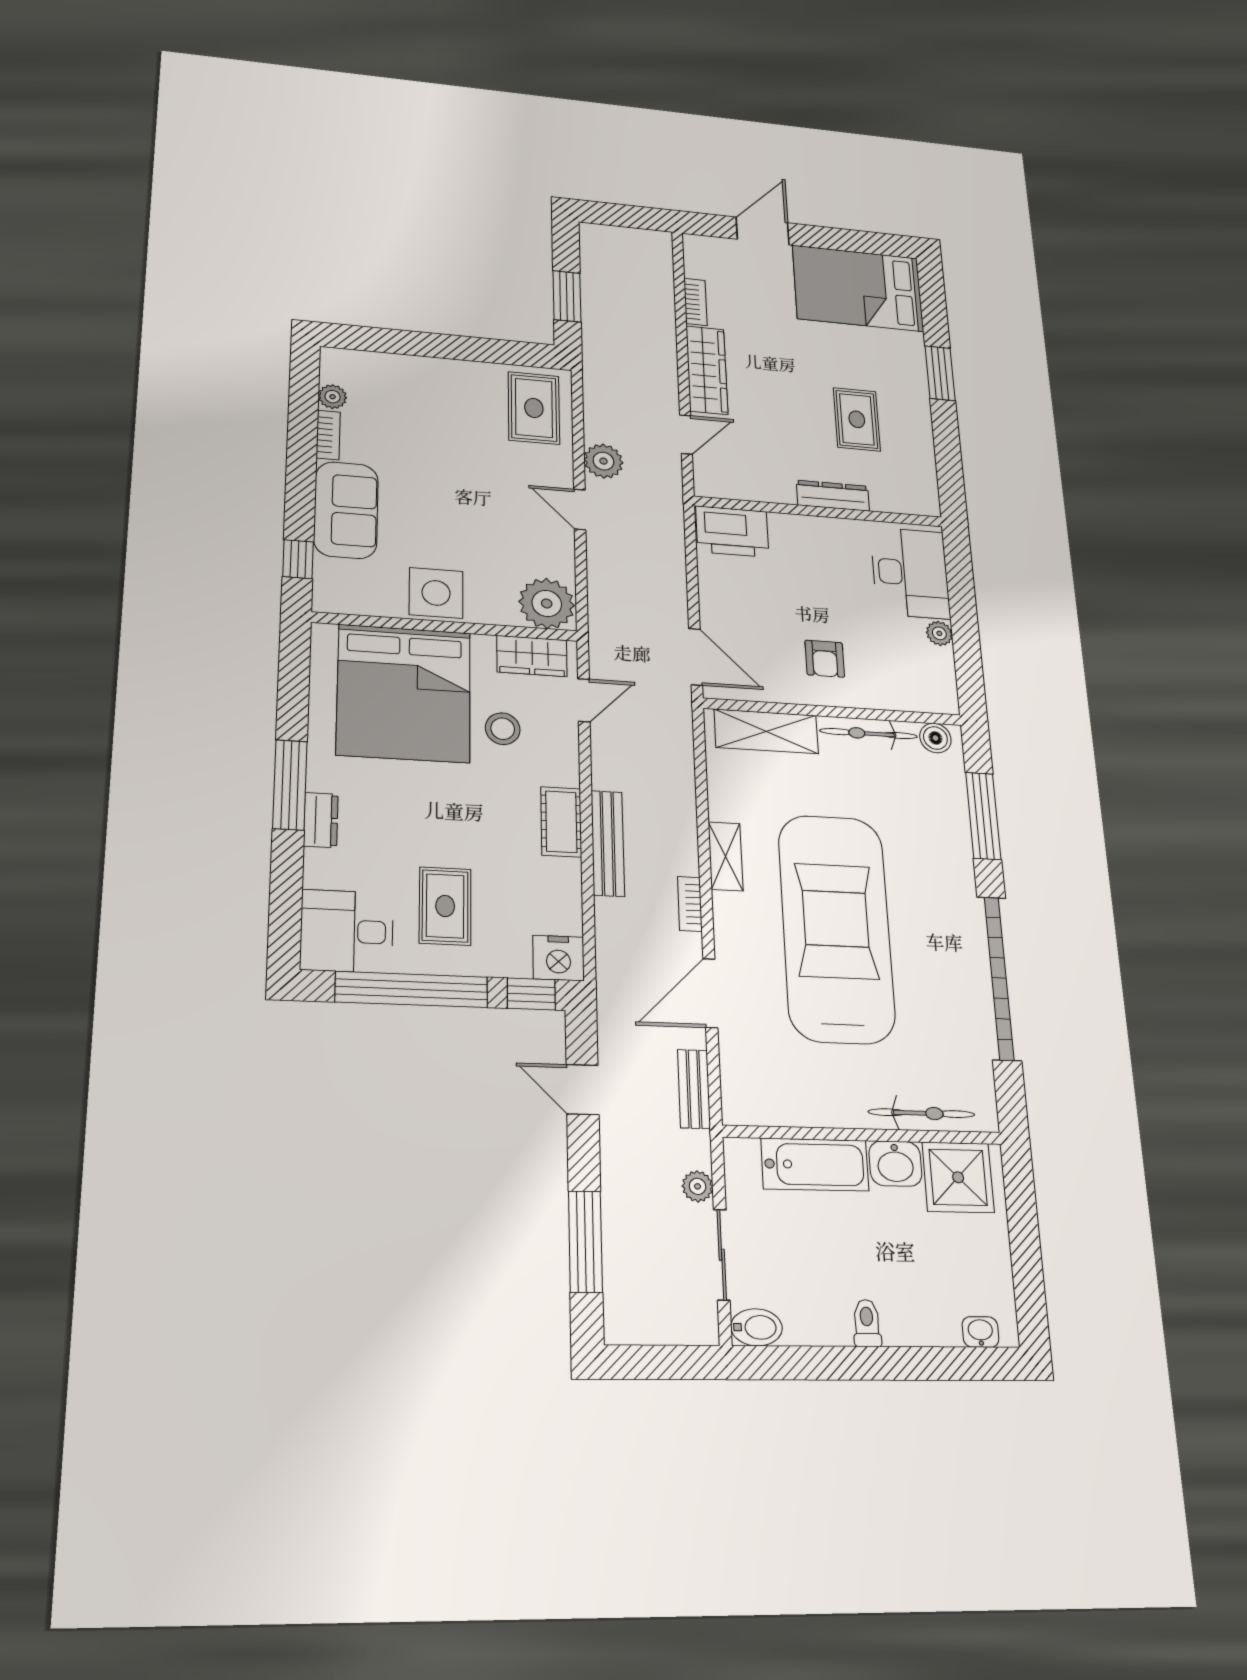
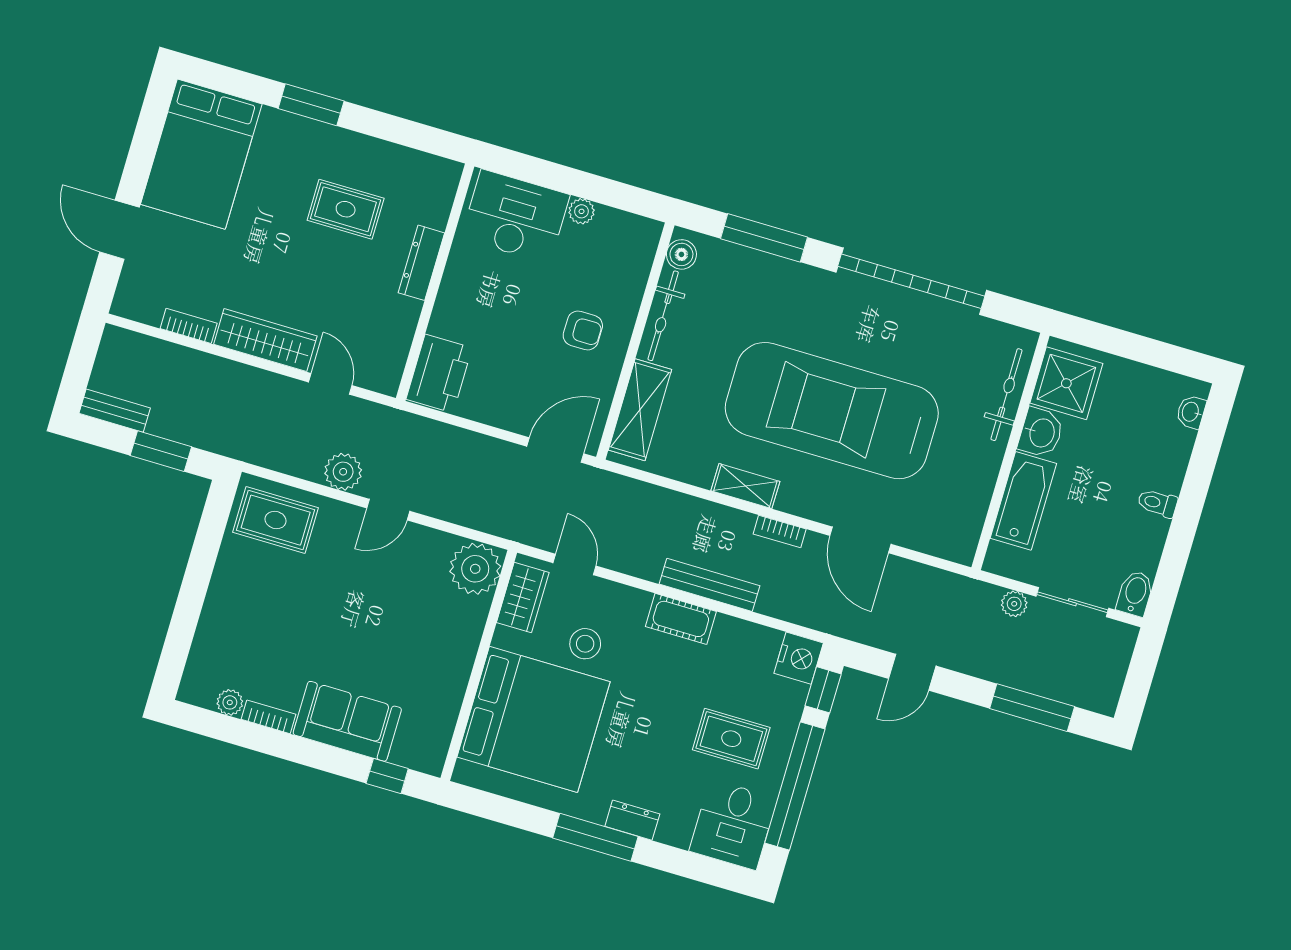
side table: (436, 593) -> (445, 664), removed
bench: (694, 1089) -> (115, 411), moved

